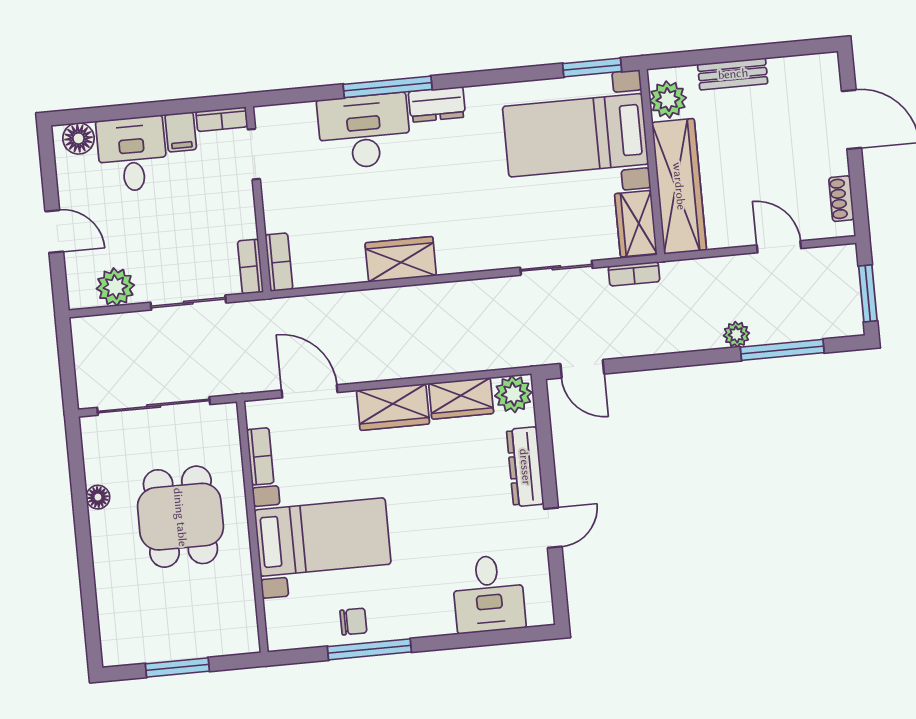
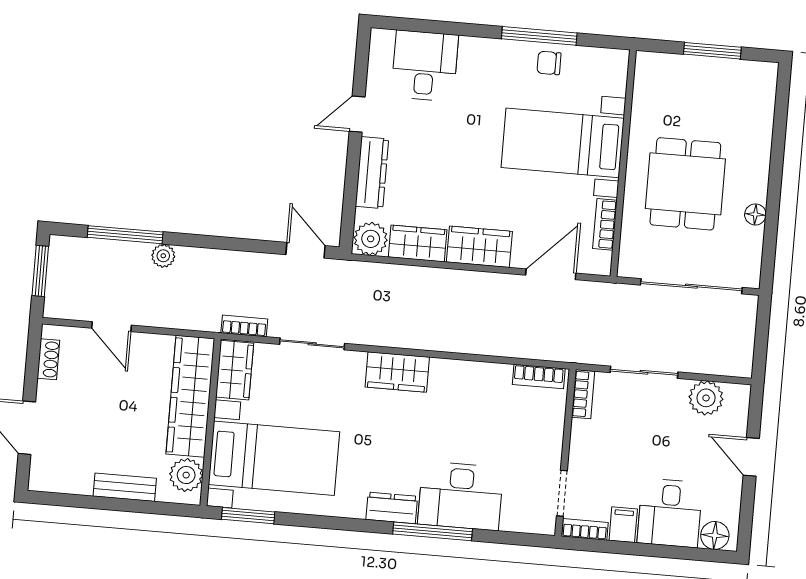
wardrobe: (401, 259) -> (397, 372), moved
bookcase: (279, 262) -> (539, 377), moved, turned -90
door: (310, 391) -> (551, 274), swing flipped

